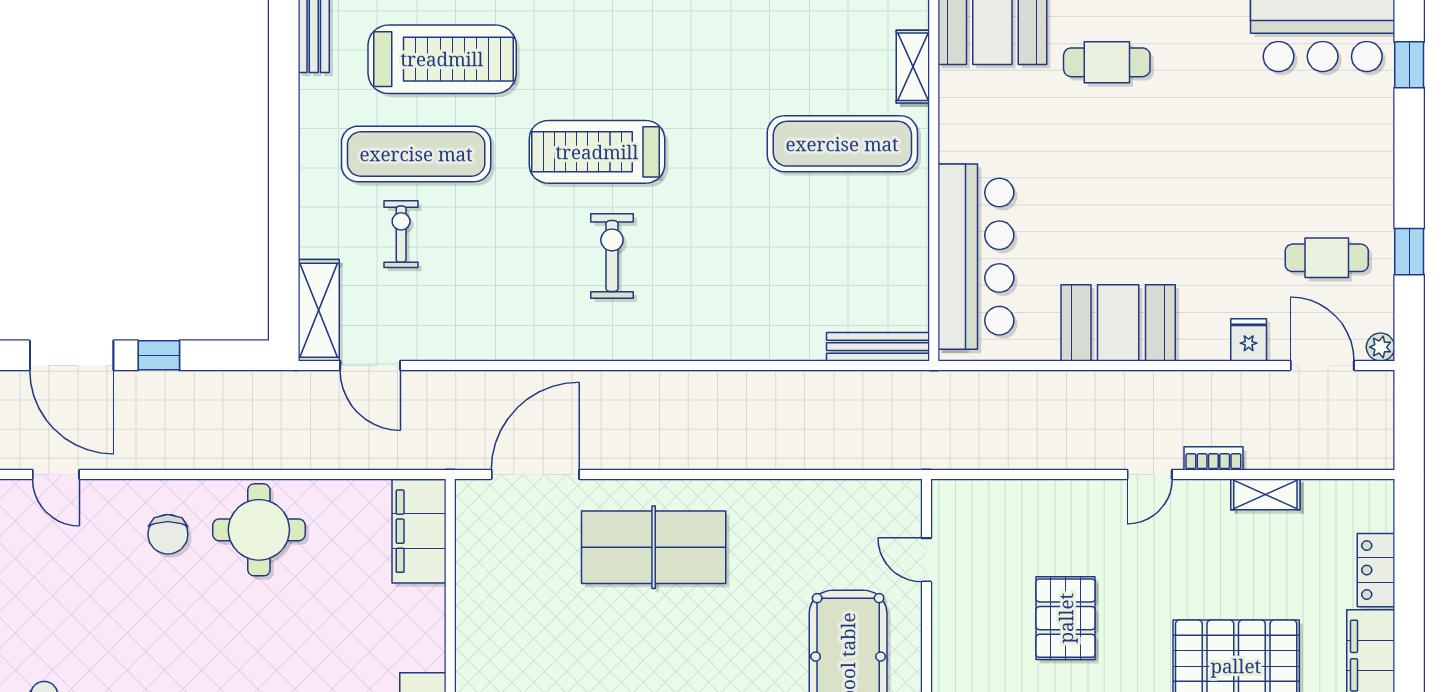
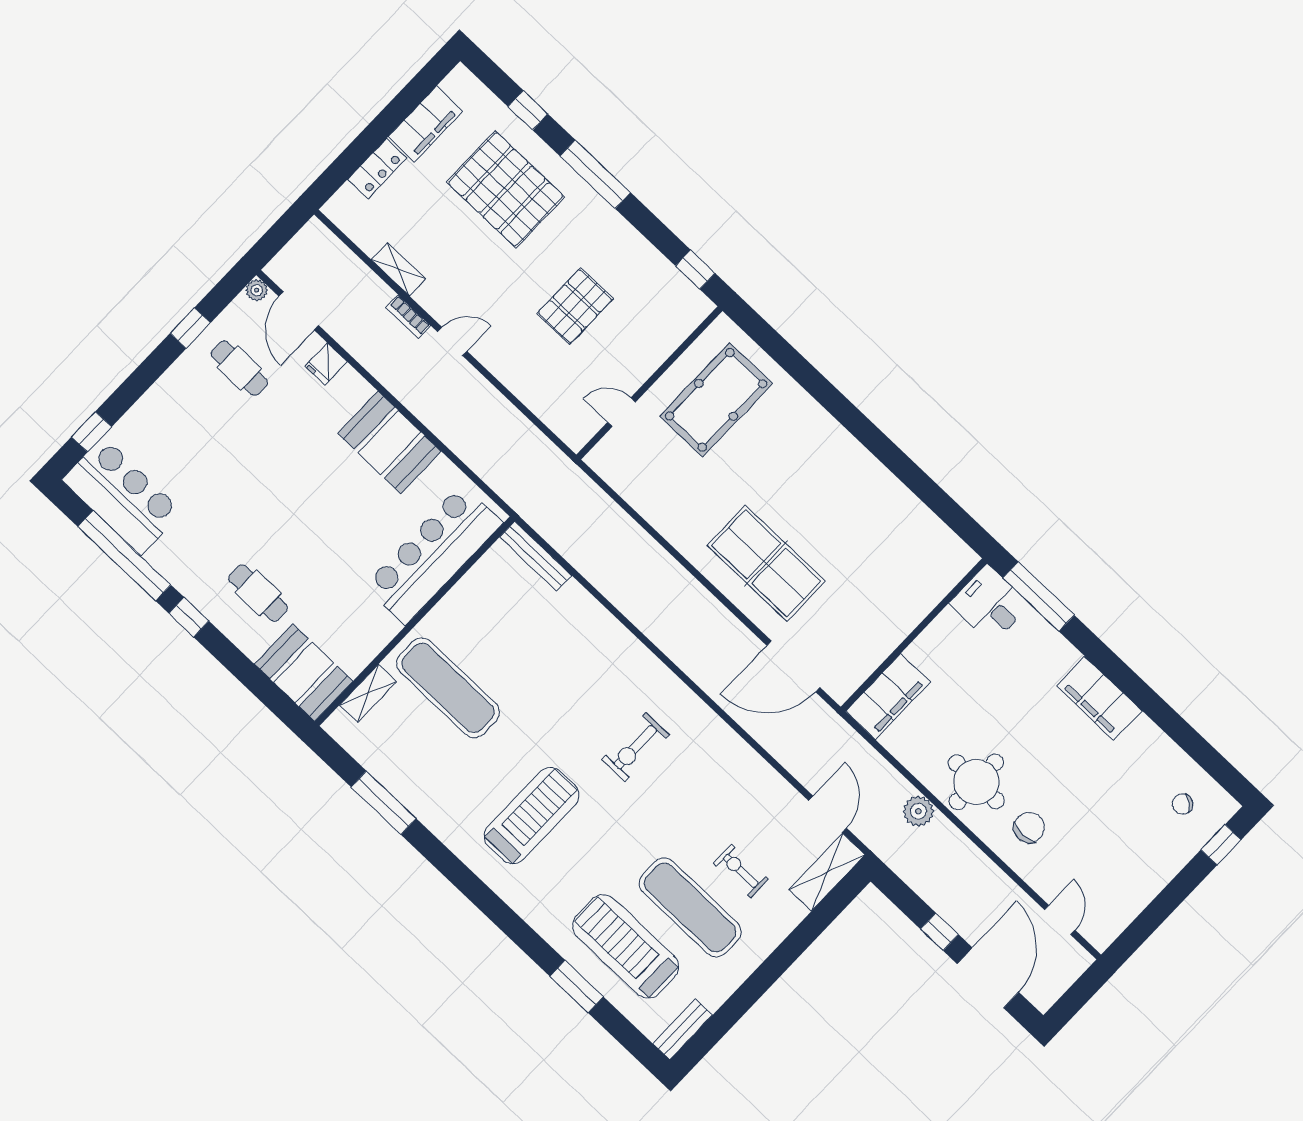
treadmill: (597, 152) -> (531, 816), moved, turned -90
exercise bike: (401, 234) -> (741, 871), turned 90
plant: (287, 450) -> (918, 811), added
door: (926, 560) -> (621, 412), swing flipped

